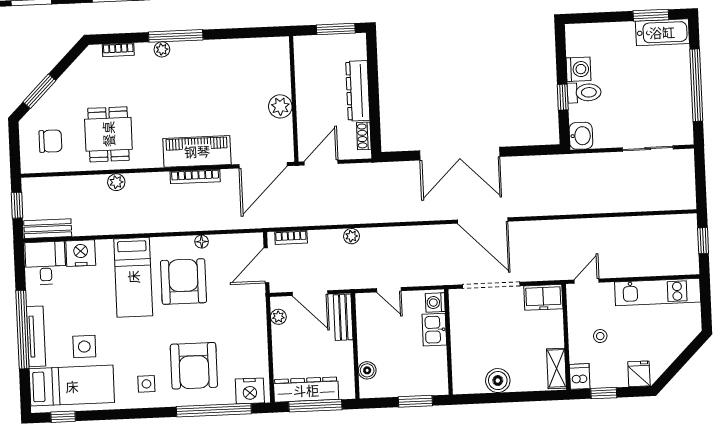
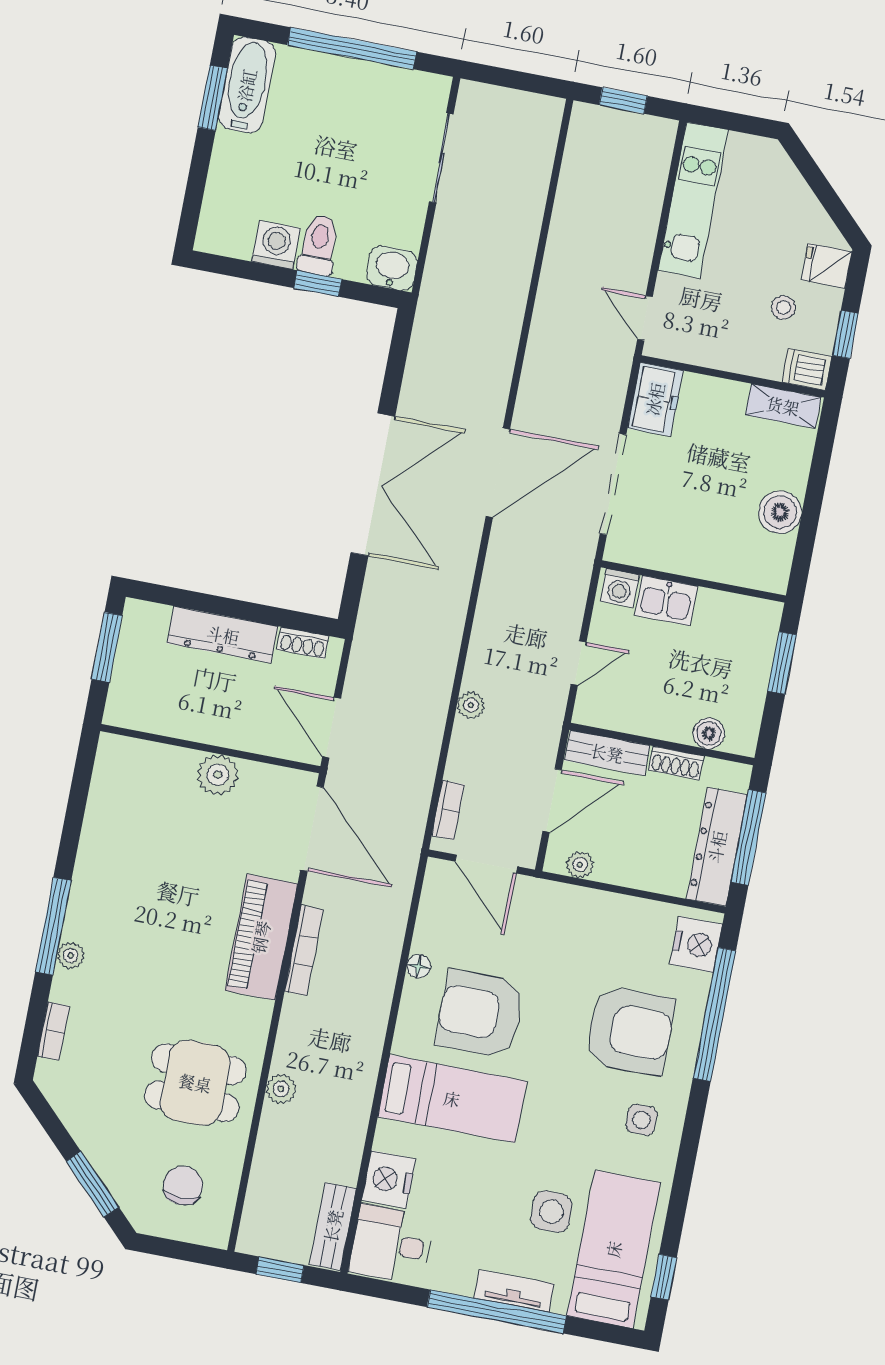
tv unit: (36, 336) -> (514, 1291), width x0.71
stool: (600, 336) -> (783, 307), moved
shoe rack: (347, 356) -> (676, 763), added

